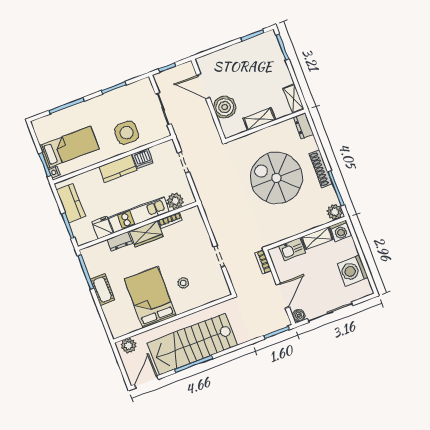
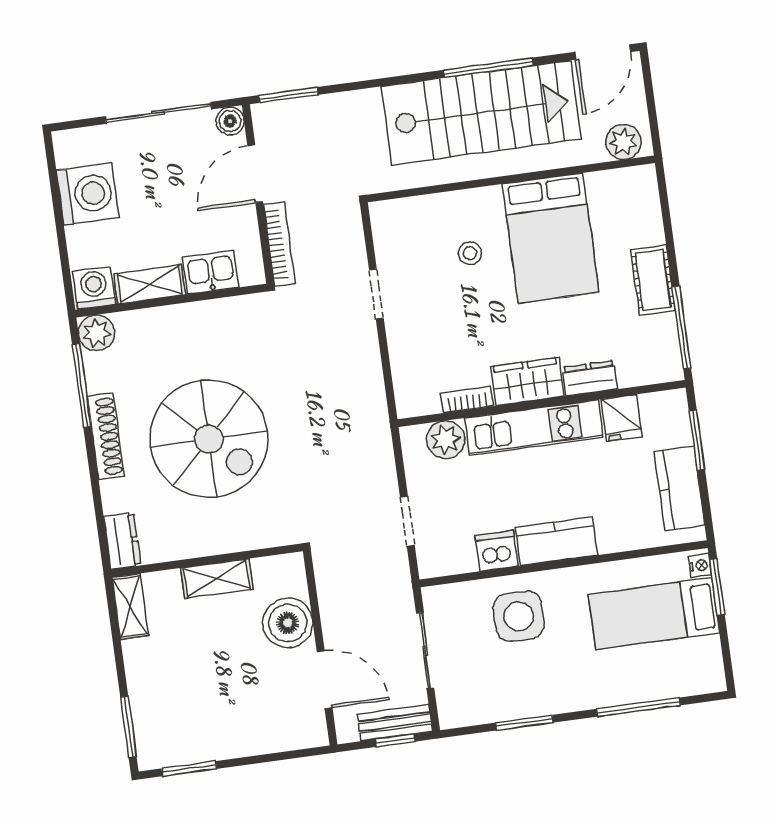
bench: (169, 75) -> (395, 723), added
bookcase: (263, 262) -> (279, 244), width x1.56

